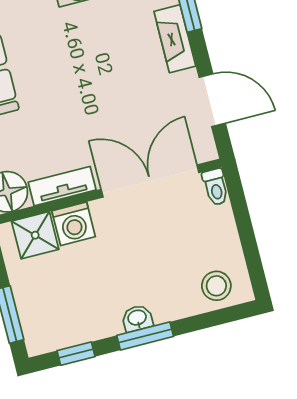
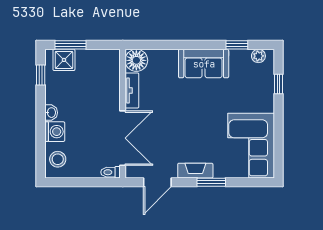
washing machine: (74, 224) -> (55, 132), moved, turned 180
shower: (35, 235) -> (64, 60), moved
window: (145, 336) -> (41, 114), removed

